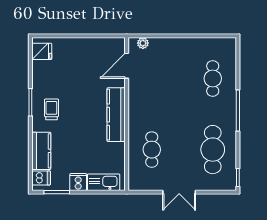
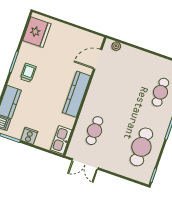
fridge: (42, 51) -> (37, 32), width x1.88, depth x1.34
kitchen sink: (104, 182) -> (61, 140), moved, turned -90
double door: (179, 192) -> (85, 164), moved

